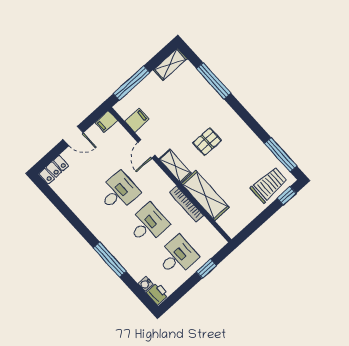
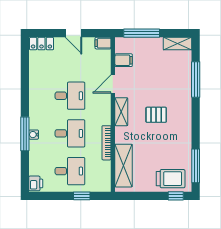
shelving: (205, 196) -> (124, 166), moved
water cooler: (145, 284) -> (34, 135), moved

